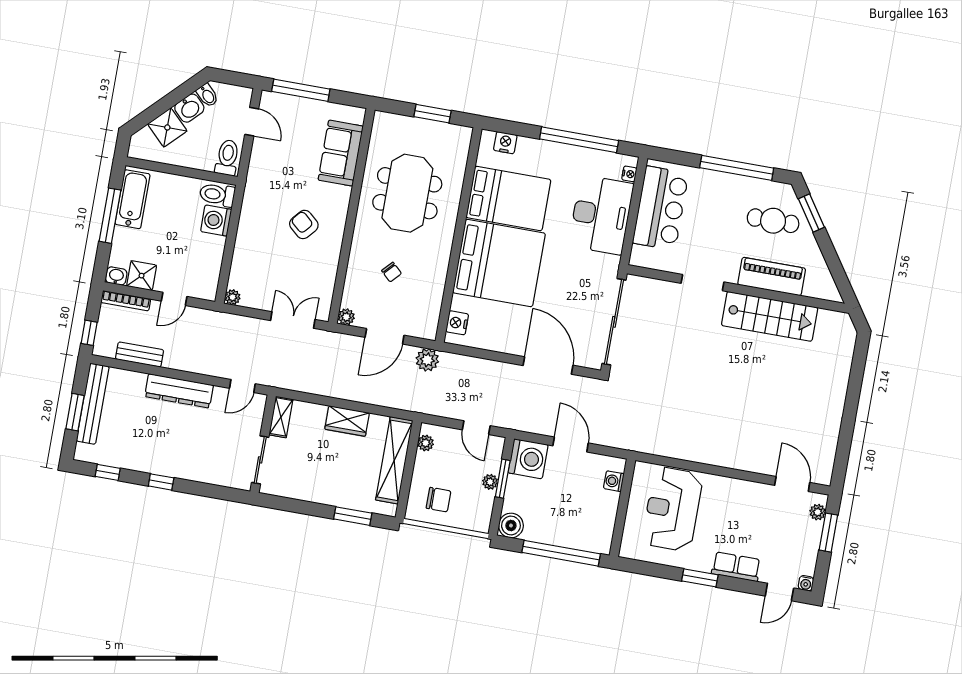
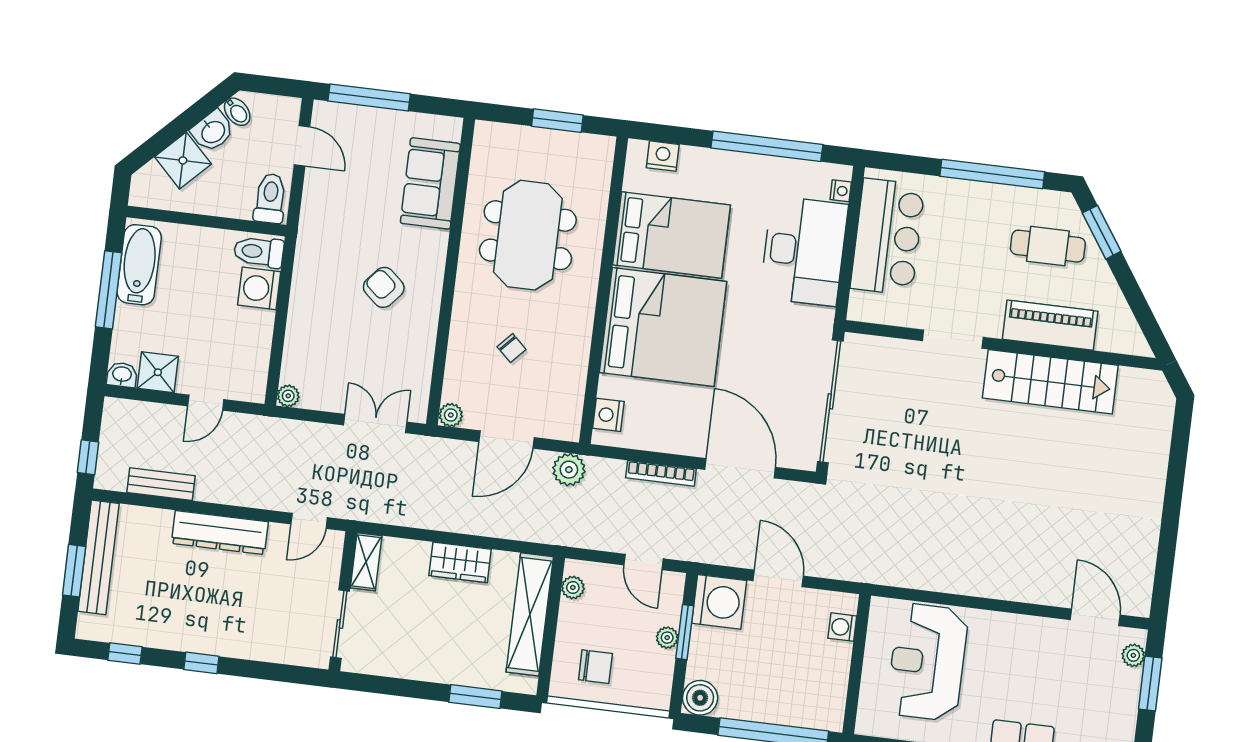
bookcase: (126, 301) -> (661, 473), moved

